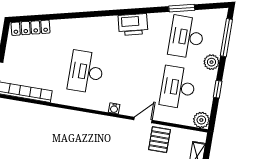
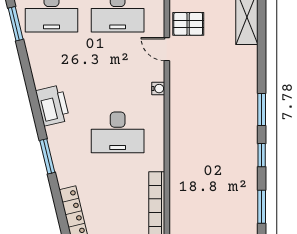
window: (77, 15) -> (47, 156), added
printer: (133, 25) -> (53, 105), moved

